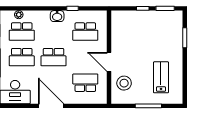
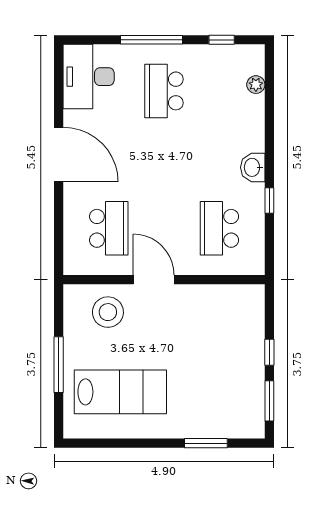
school desk: (22, 32) -> (219, 91), removed
school desk: (54, 57) -> (164, 160), removed
door: (109, 62) -> (154, 280), hinge flipped
lab bench: (161, 77) -> (120, 392), width x1.36, depth x1.39
door: (51, 106) -> (59, 155), hinge flipped

